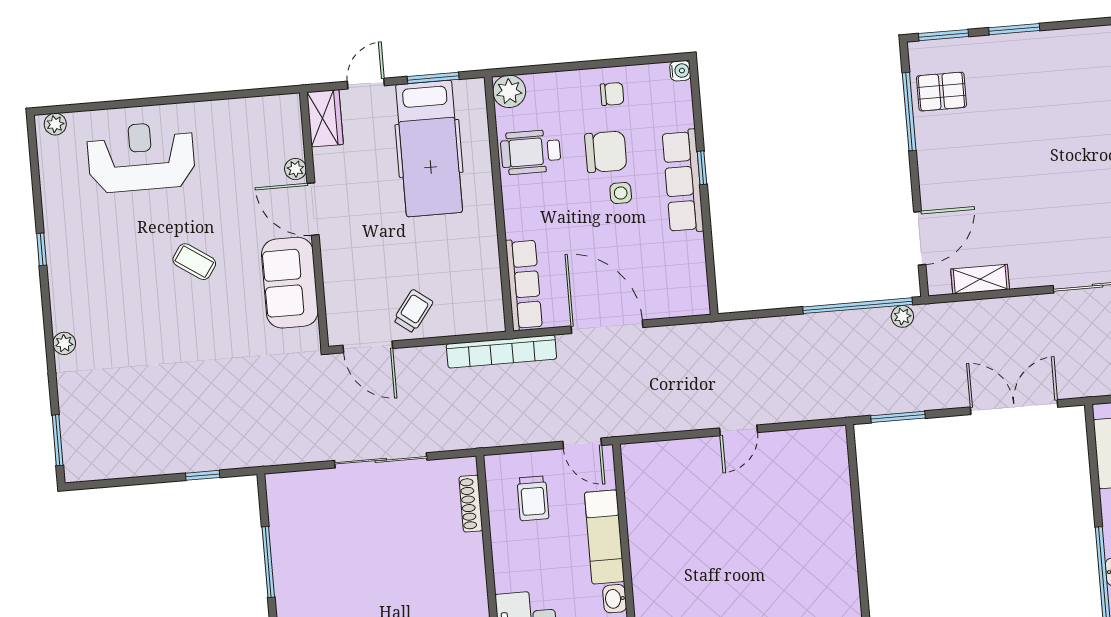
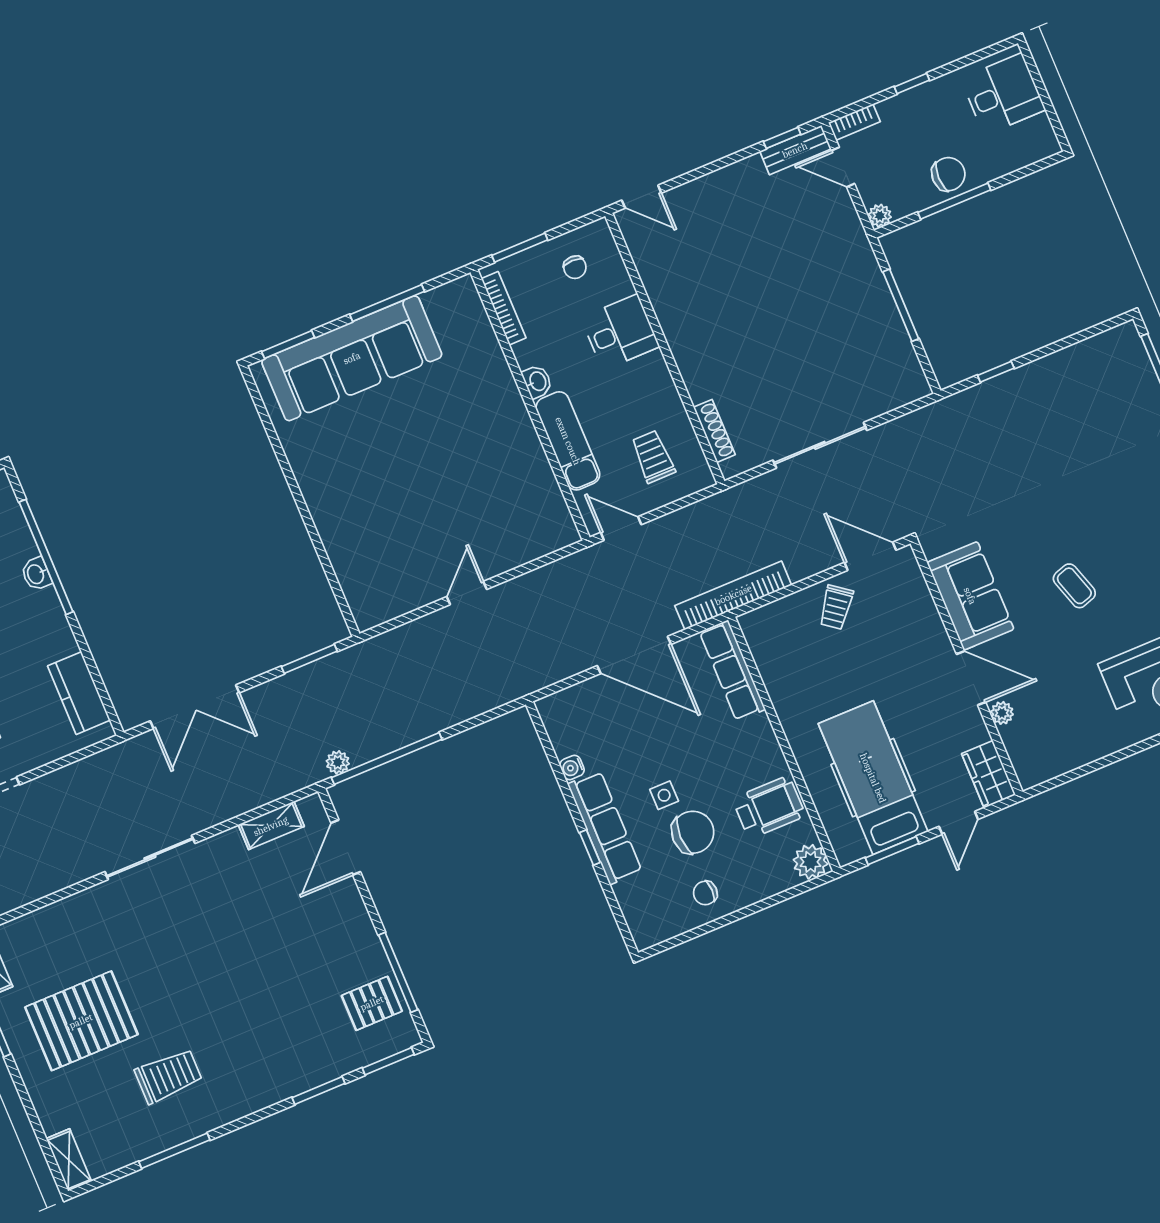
water cooler: (680, 71) -> (572, 767), moved
chair: (606, 152) -> (693, 832), turned 180
coffee table: (194, 262) -> (1074, 586), turned 38

